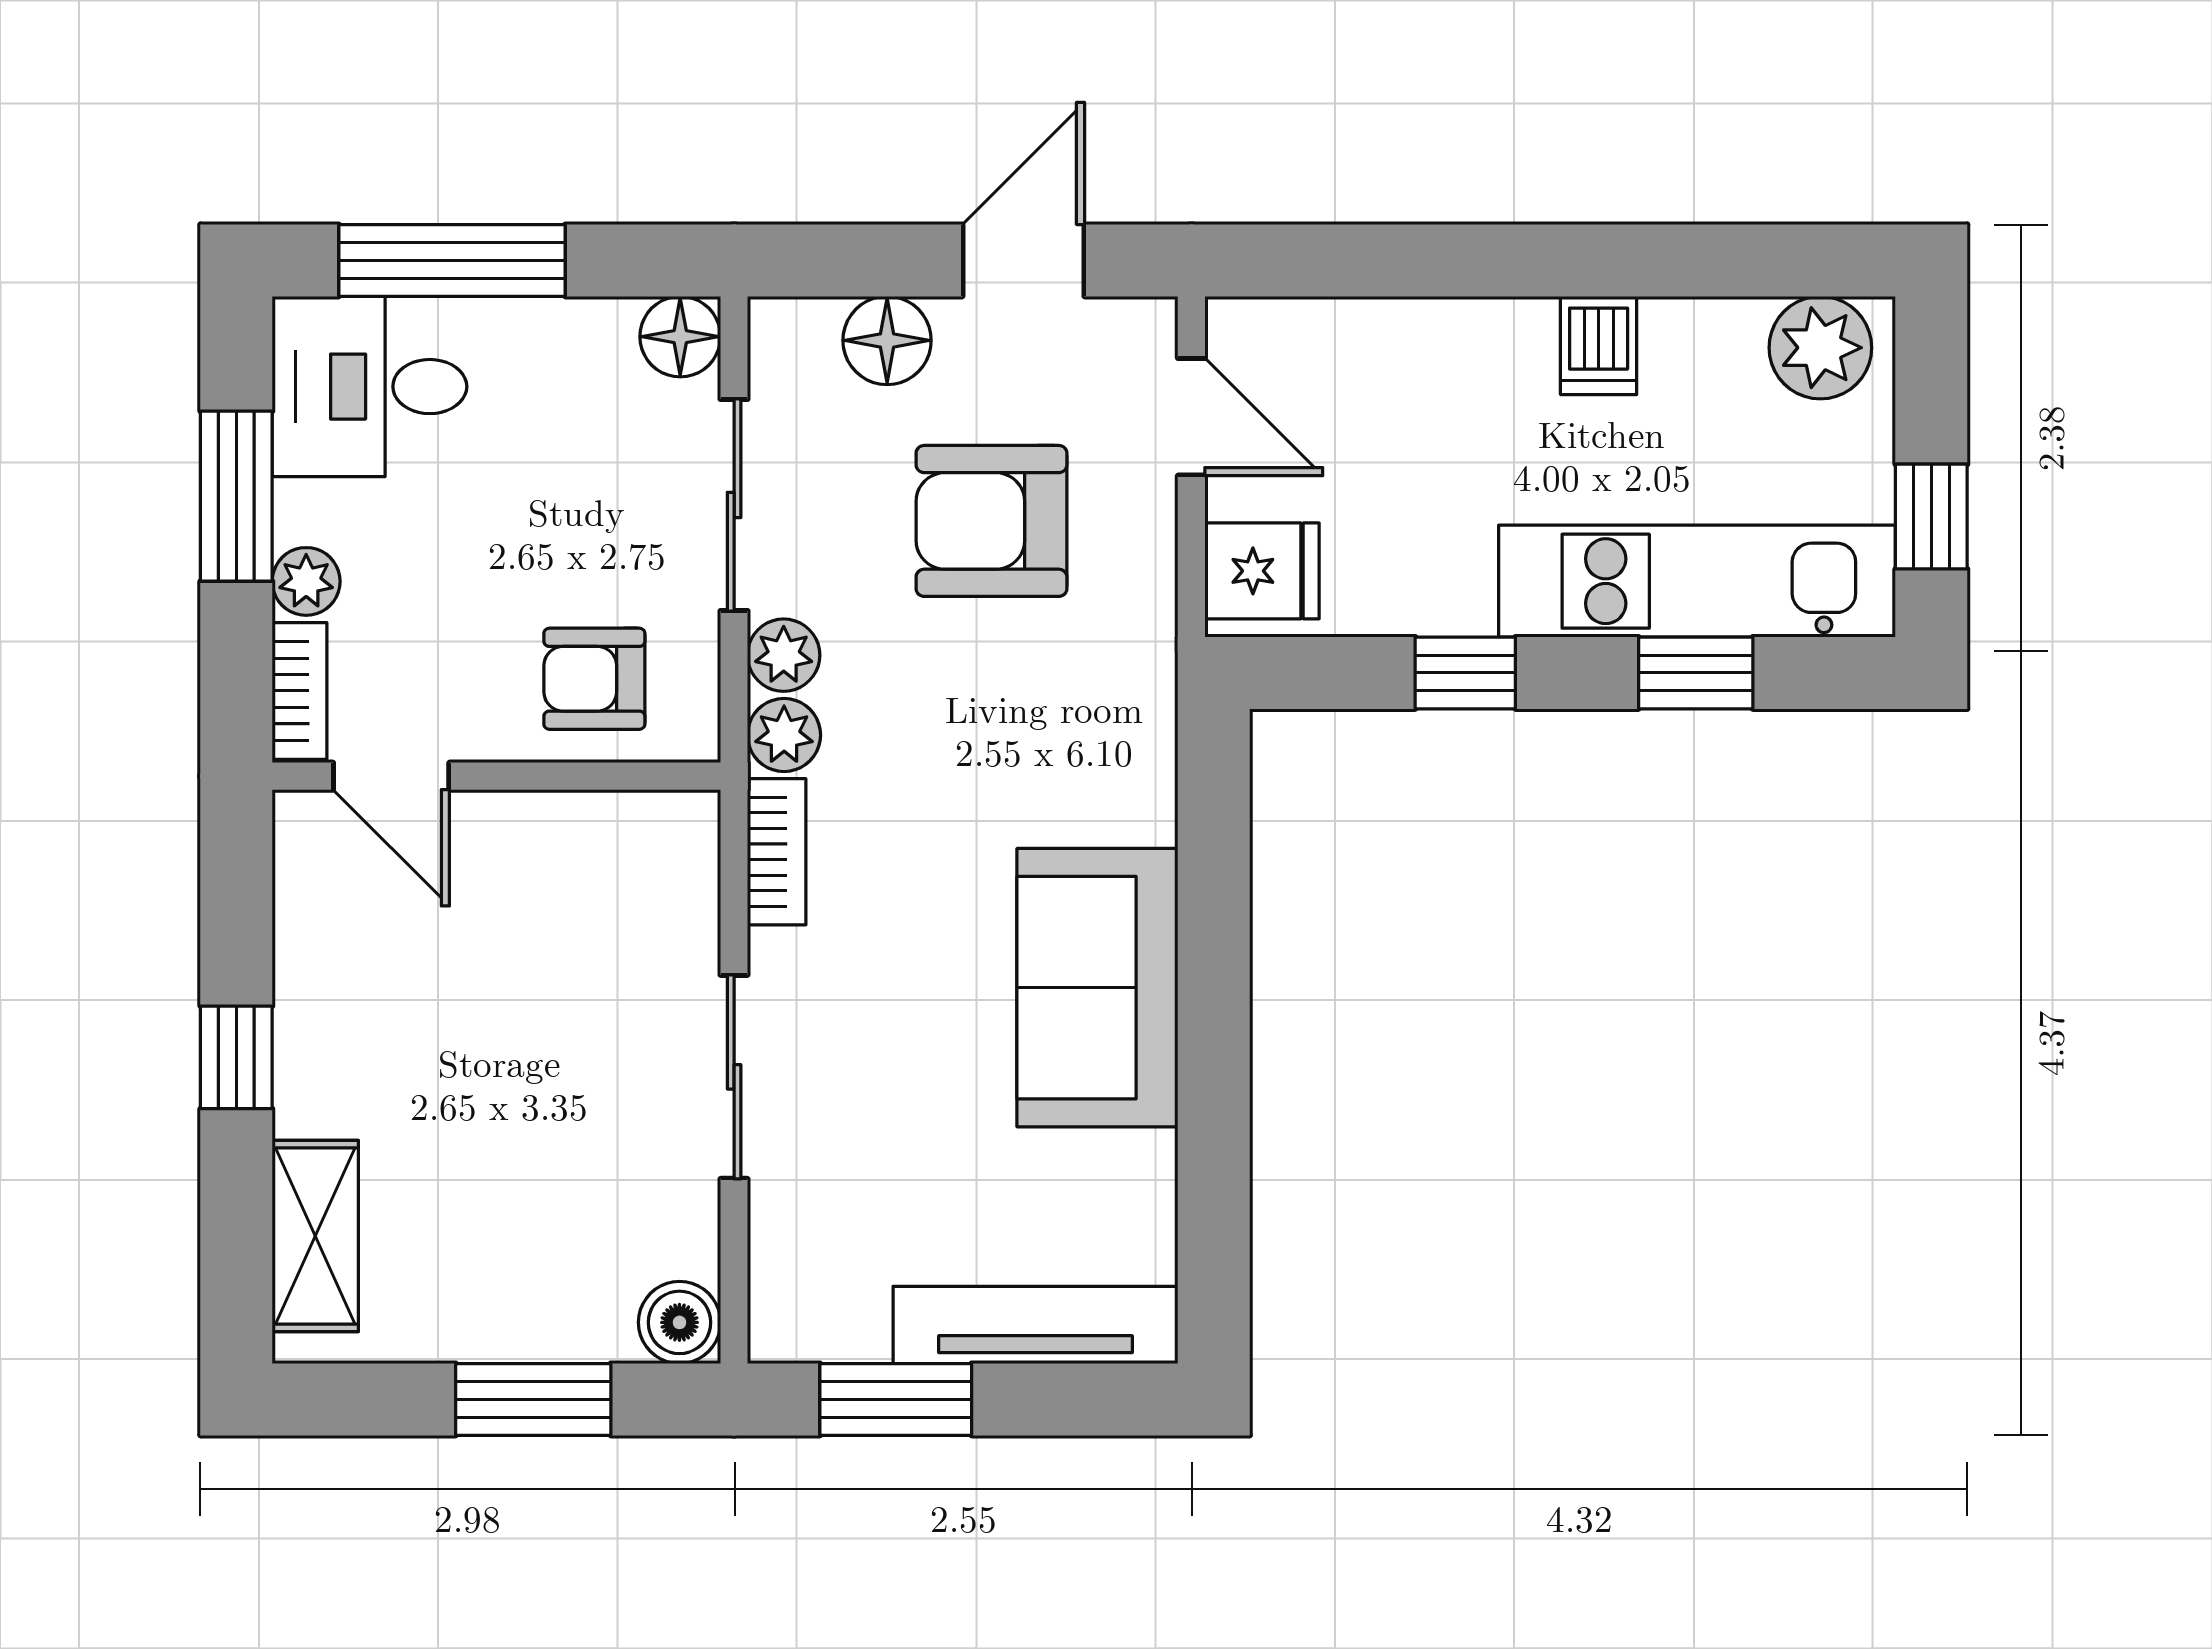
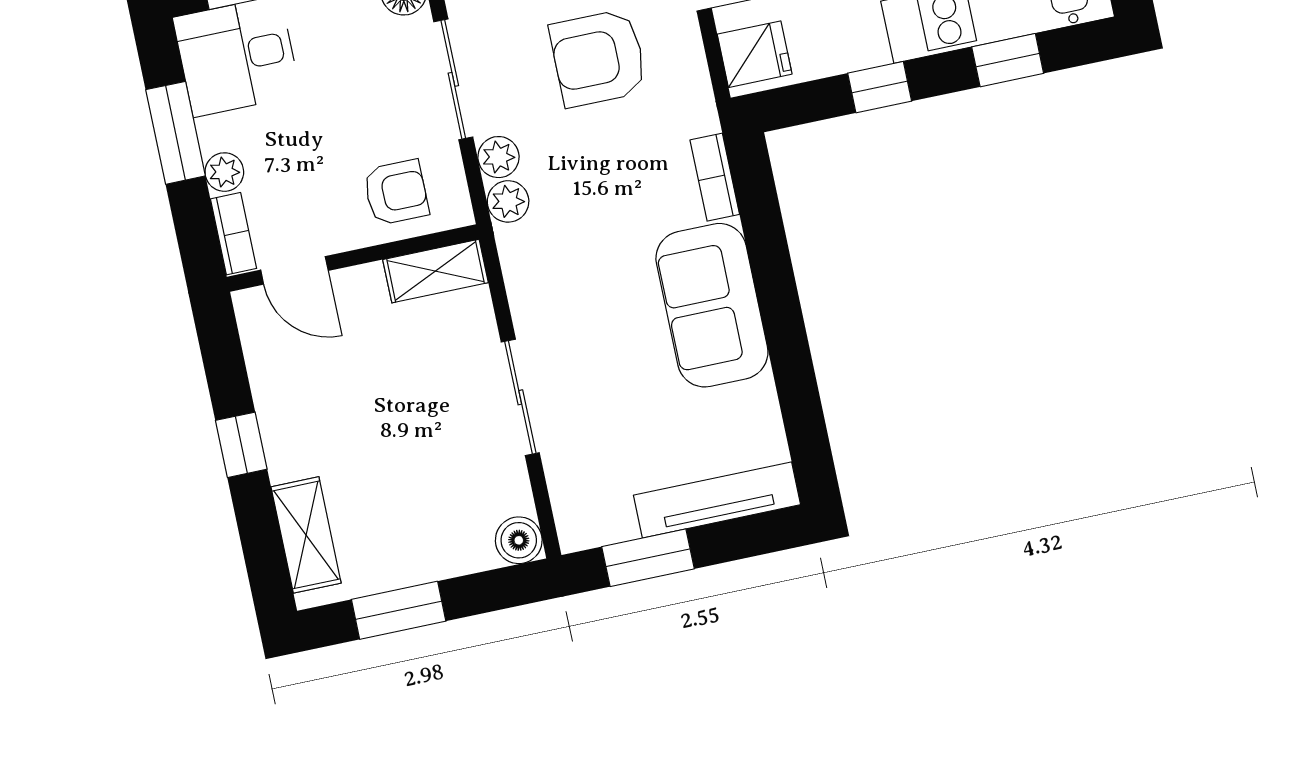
armchair: (594, 679) -> (396, 192), turned 180
shelving: (634, 829) -> (435, 271), added
bookcase: (777, 852) -> (715, 177), moved, turned 180
window: (533, 1399) -> (399, 610), moved

